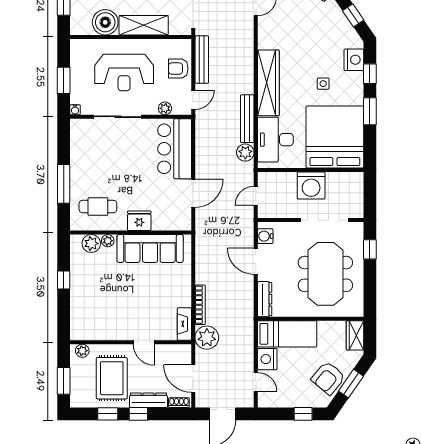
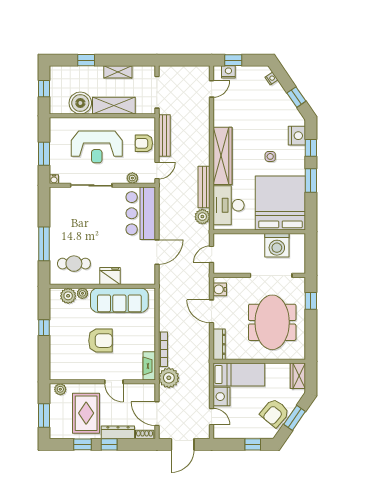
washing machine: (311, 186) -> (277, 245), moved
armchair: (128, 295) -> (100, 341), added

